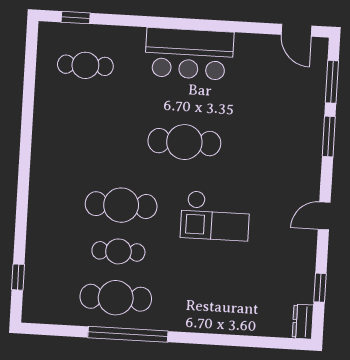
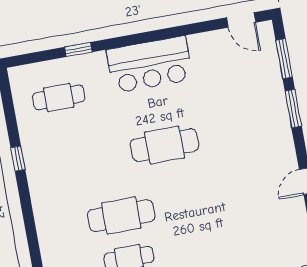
window: (76, 18) -> (78, 50), moved
window: (27, 119) -> (18, 159), added
checkout: (215, 216) -> (208, 205), removed

